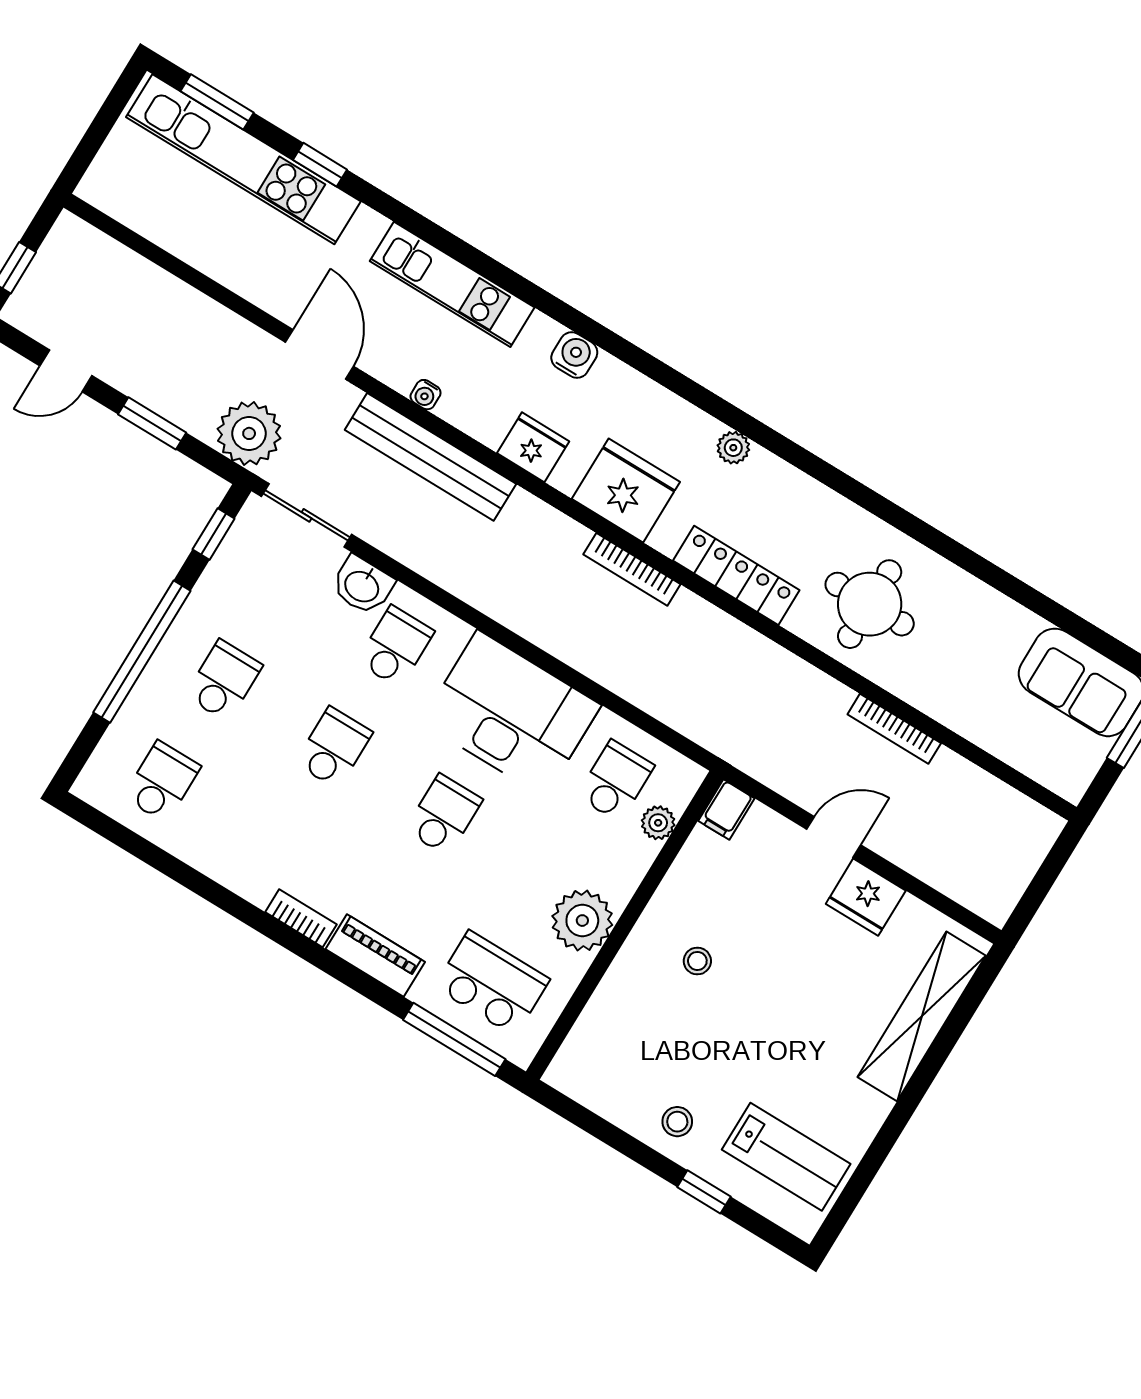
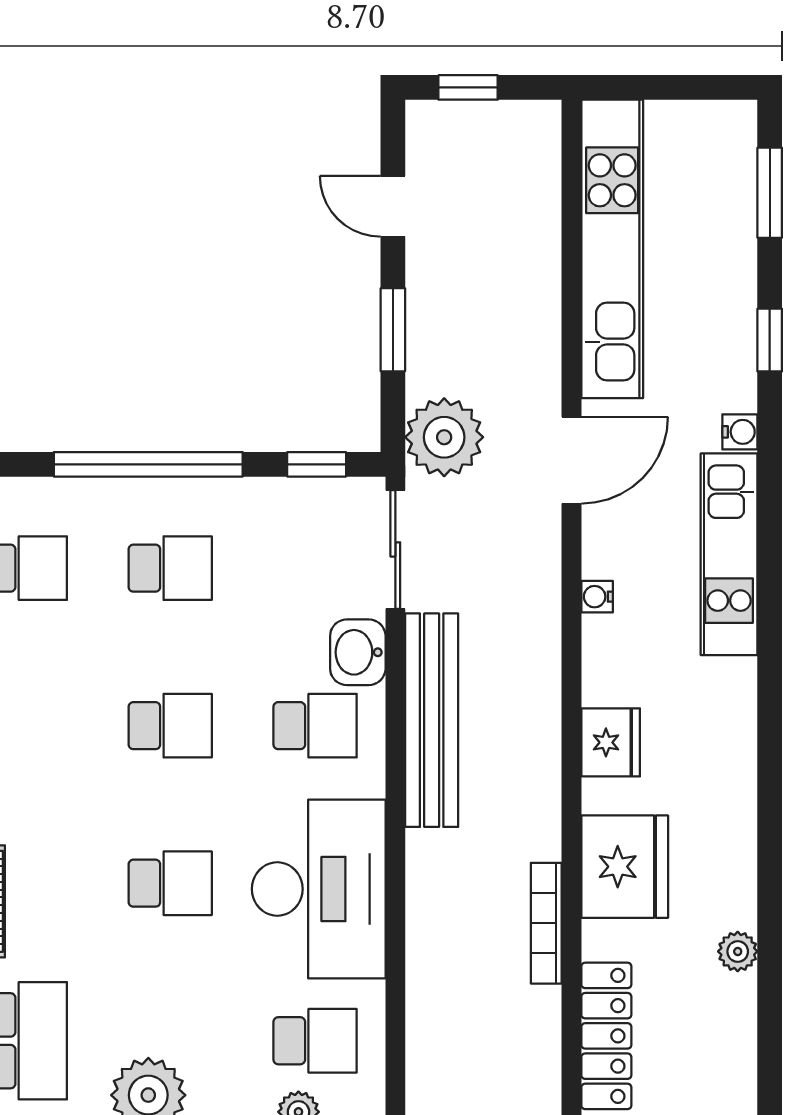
kitchen unit: (243, 159) -> (612, 249), moved, turned 180
water cooler: (574, 355) -> (740, 432), moved, width x0.72, depth x0.72
bench: (430, 457) -> (432, 720), moved

